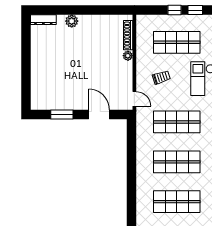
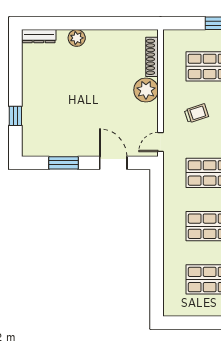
plant: (128, 56) -> (146, 90), width x1.87, depth x1.87
window: (26, 79) -> (15, 116), added
door: (134, 99) -> (160, 142), swing flipped

